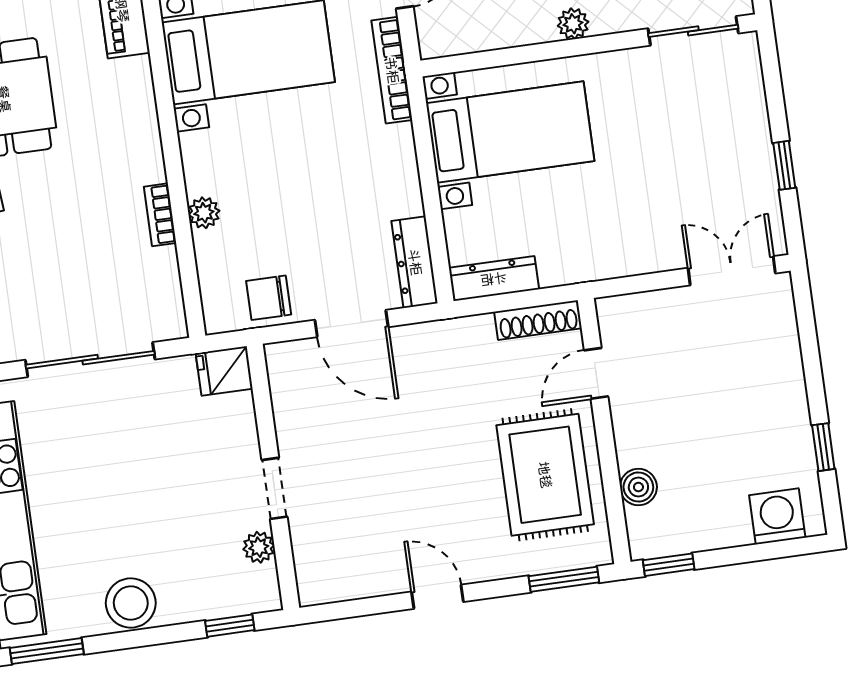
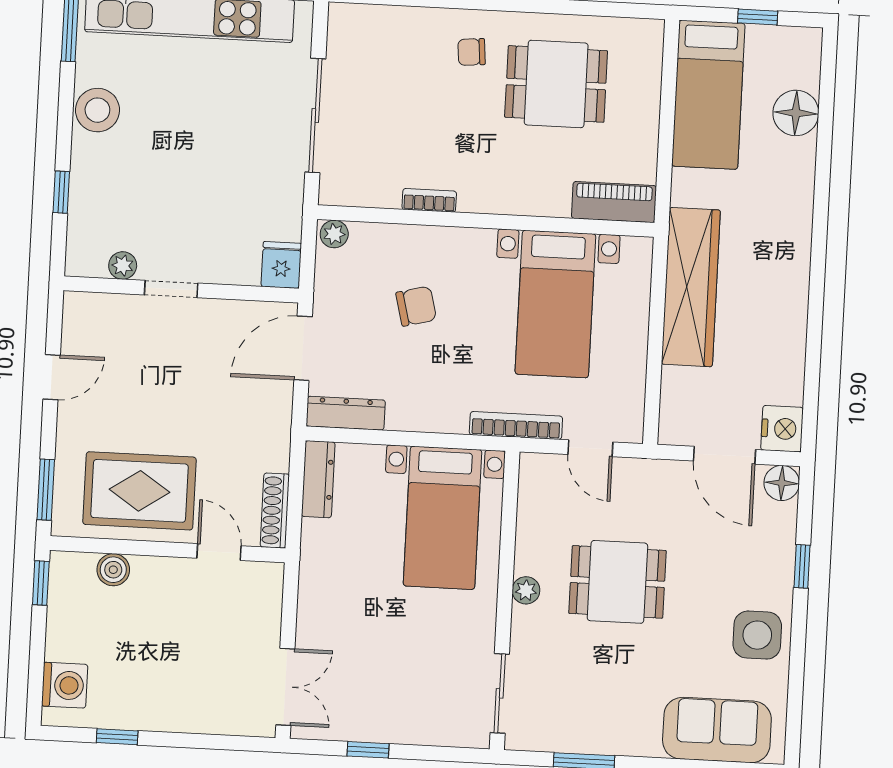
plant: (204, 213) -> (334, 234), moved
chair: (269, 298) -> (416, 306), moved, turned 76
fridge: (224, 371) -> (281, 265), moved
wall: (273, 477) -> (181, 290), moved
doorway: (274, 488) -> (171, 289), moved
plant: (259, 547) -> (123, 265), moved

